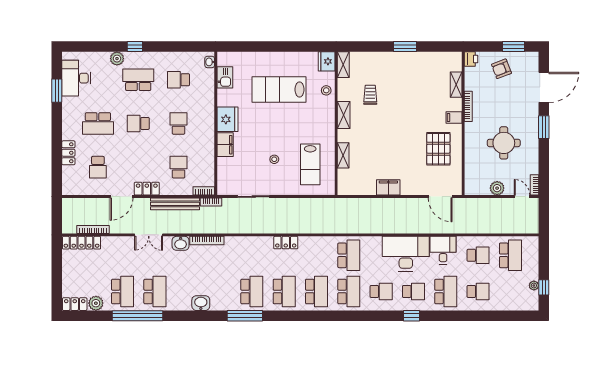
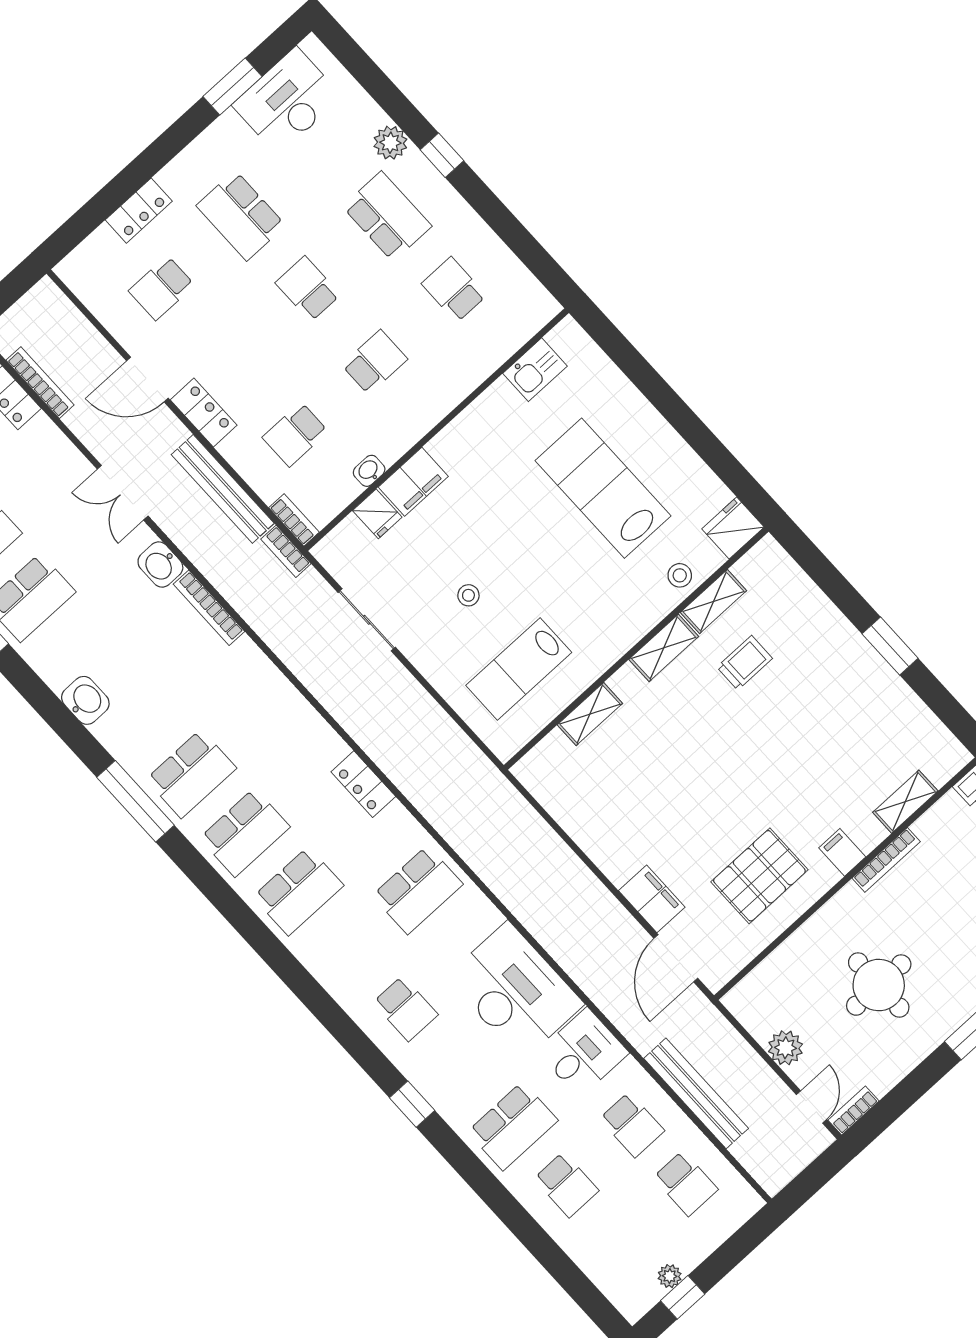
washbasin: (210, 62) -> (369, 471), moved
shelving: (343, 65) -> (713, 602), moved
fridge: (227, 119) -> (377, 514), moved, width x0.53, depth x0.75
school desk: (178, 167) -> (295, 434), turned 180
filing cabinet: (388, 187) -> (652, 899), moved
bench: (486, 227) -> (696, 1093), added
locker: (286, 243) -> (363, 784), moved
school desk: (510, 255) -> (686, 1183), width x0.54
school desk: (349, 291) -> (352, 950), removed
school desk: (413, 291) -> (459, 1067), removed

